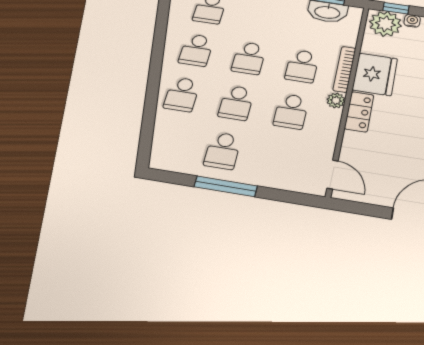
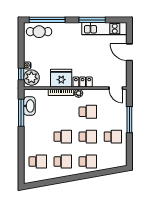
school desk: (302, 66) -> (63, 112), removed
door: (333, 175) -> (116, 88), swing flipped
window: (226, 186) -> (129, 120), moved

